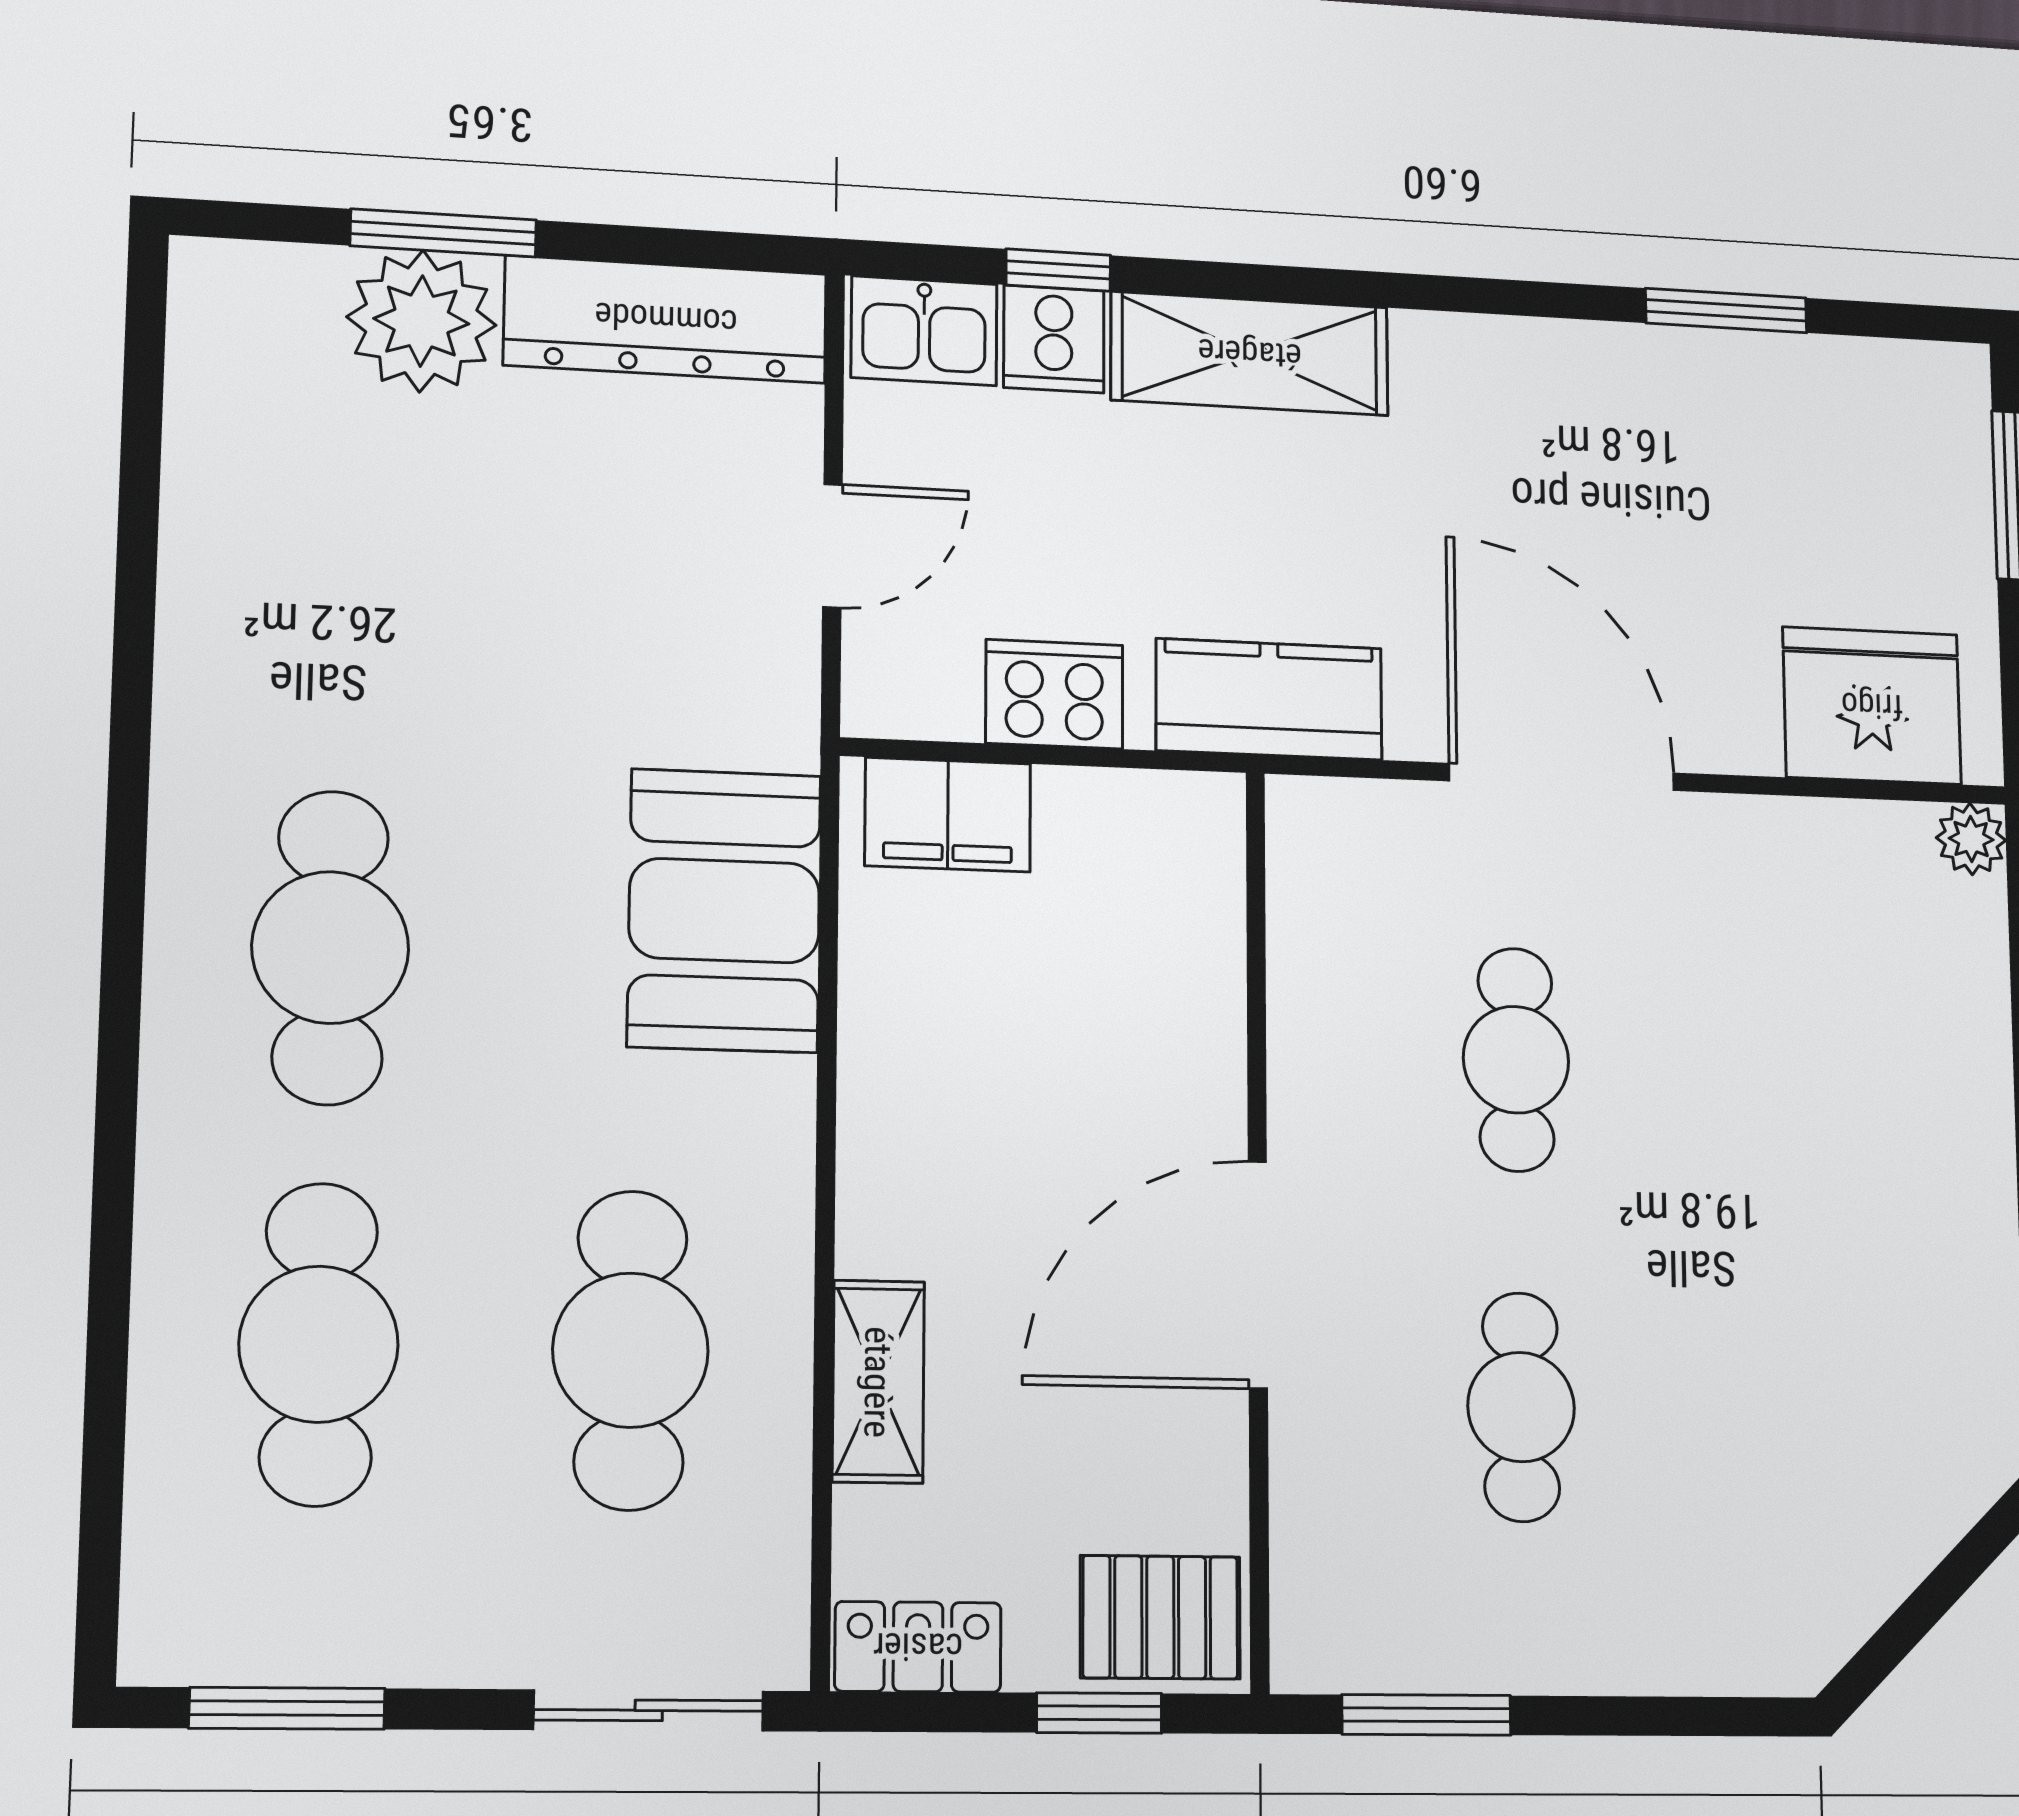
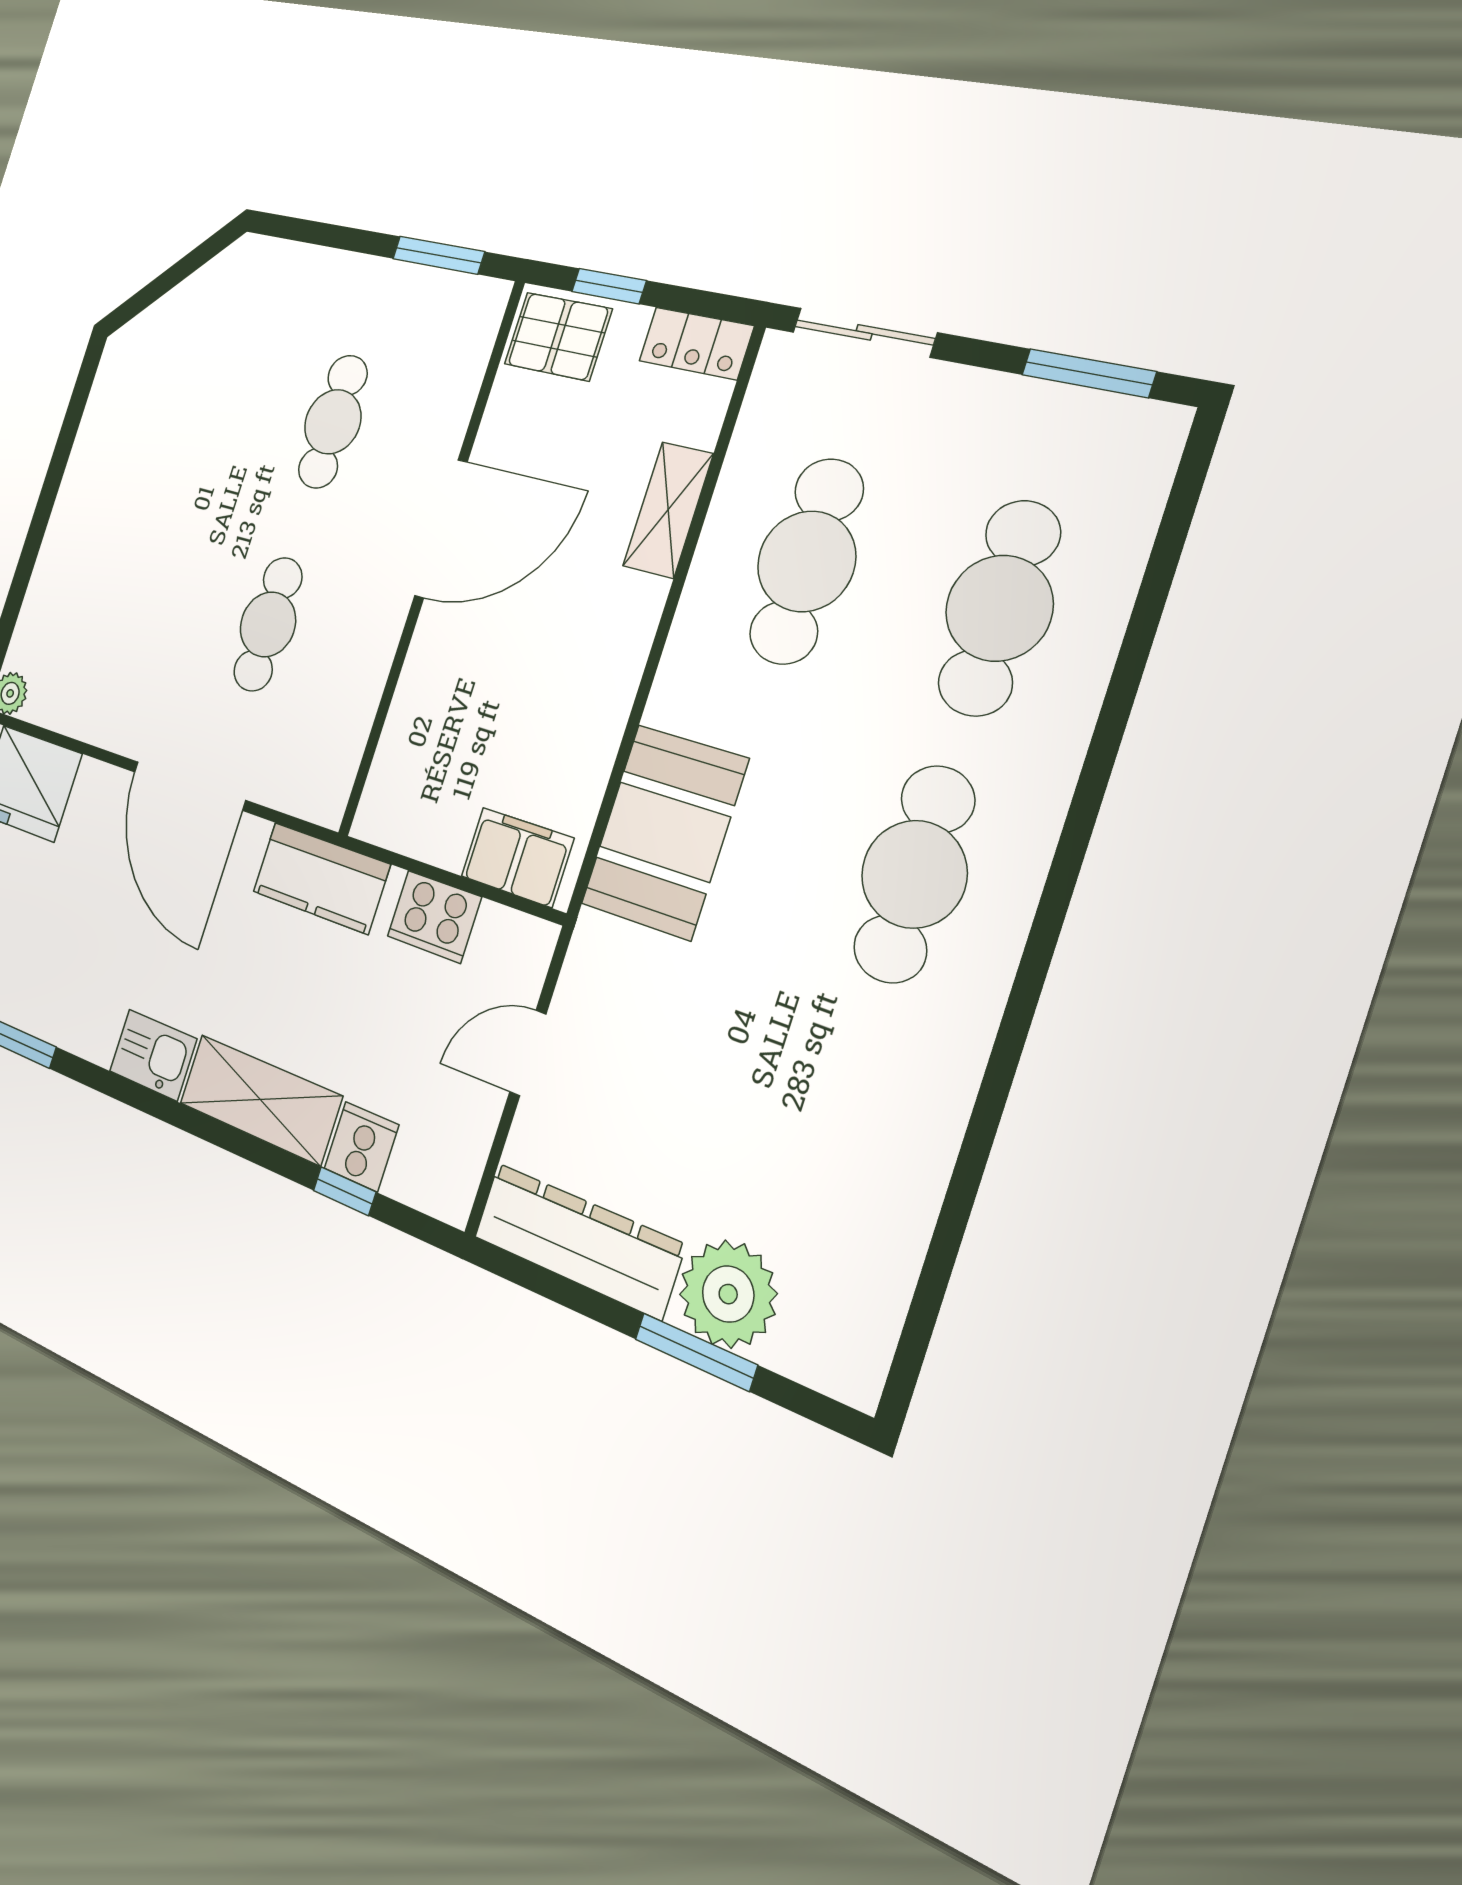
kitchen sink: (924, 331) -> (153, 1055), moved

